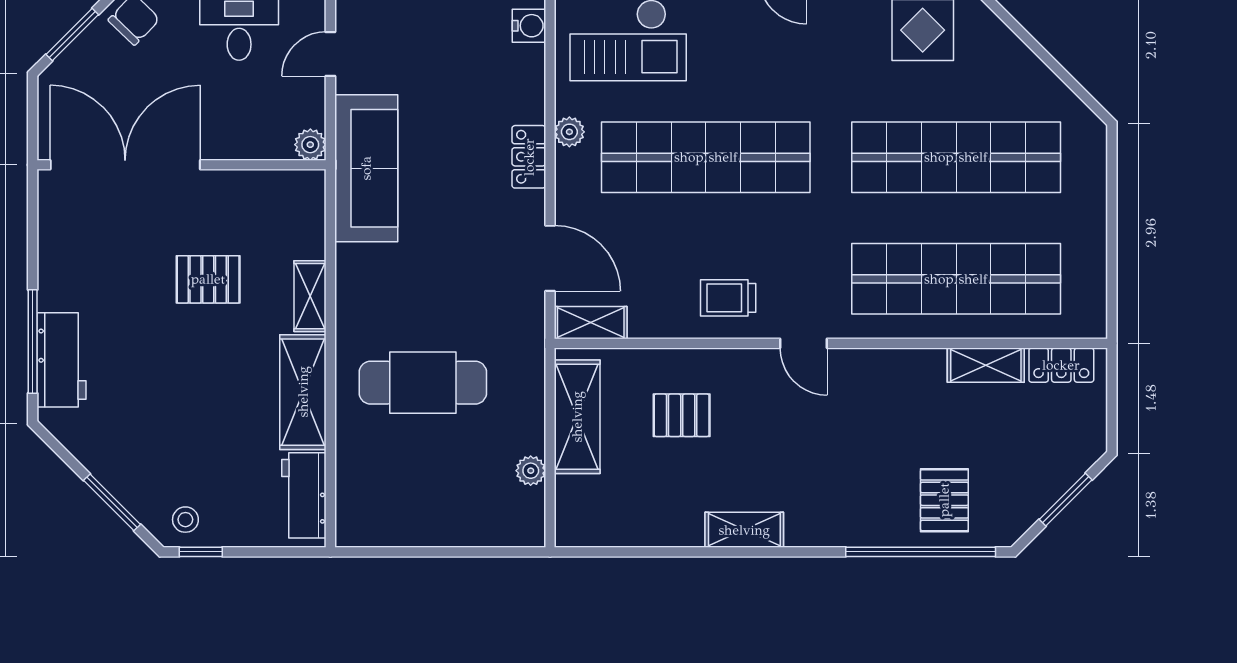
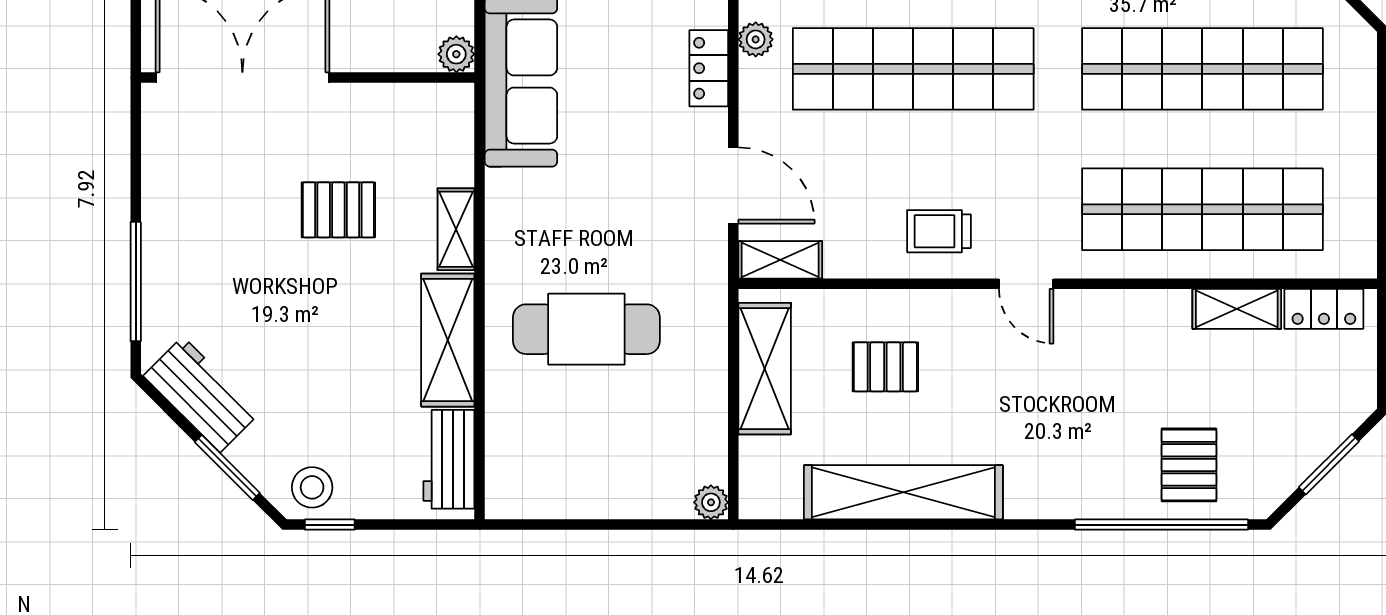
workbench: (62, 360) -> (201, 394), moved, turned -45
plant: (531, 471) -> (711, 502), moved
stool: (185, 520) -> (312, 487), width x1.37, depth x1.37
shelving: (744, 530) -> (903, 492), width x2.20, depth x1.33

